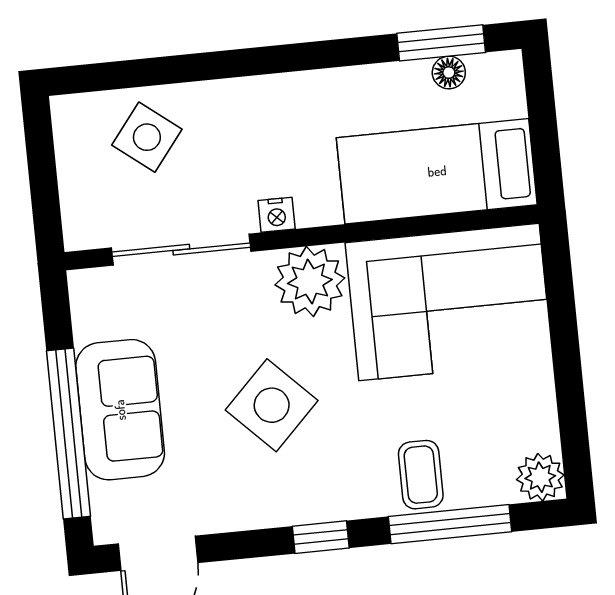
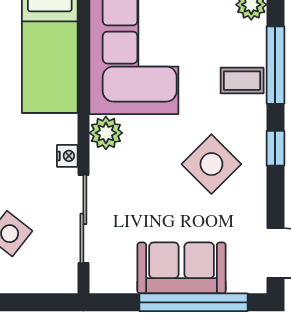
plant: (310, 281) -> (106, 133), width x0.73, depth x0.73
side table: (272, 405) -> (211, 164), moved

